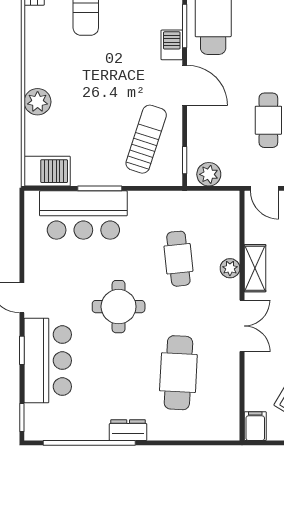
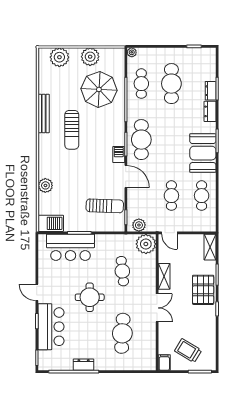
sun lounger: (146, 139) -> (105, 206), turned 74
plant: (230, 268) -> (146, 244), moved, width x1.88, depth x1.88
dresser: (128, 430) -> (84, 365), moved

